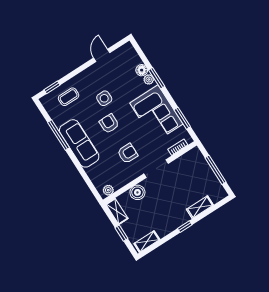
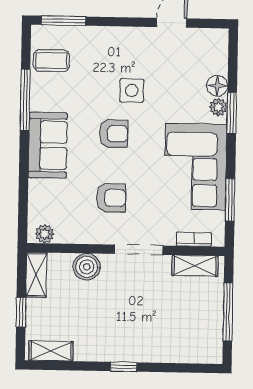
window: (52, 87) -> (64, 21), width x1.50
coffee table: (69, 97) -> (51, 61), moved
armchair: (109, 124) -> (114, 134), turned 90
sofa: (79, 143) -> (48, 145), width x0.73
shelving: (200, 207) -> (195, 266), moved

